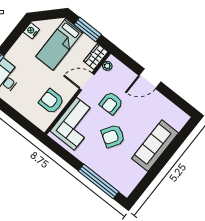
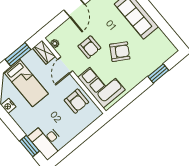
armchair: (51, 101) -> (76, 101), turned -90
armchair: (113, 136) -> (120, 52), turned -91
window: (99, 181) -> (158, 73), width x0.47

